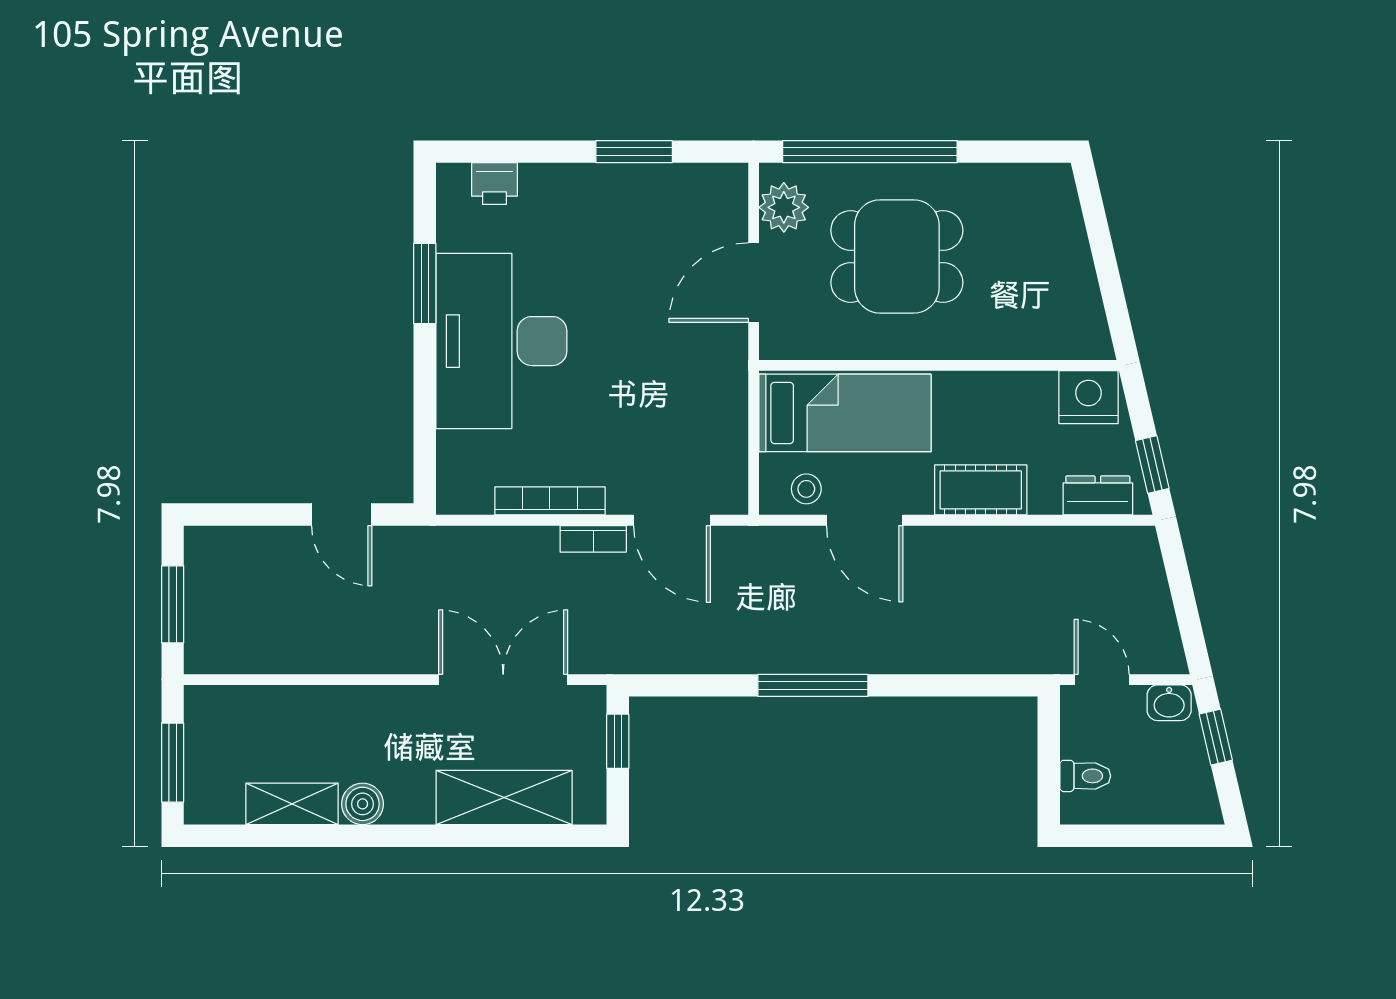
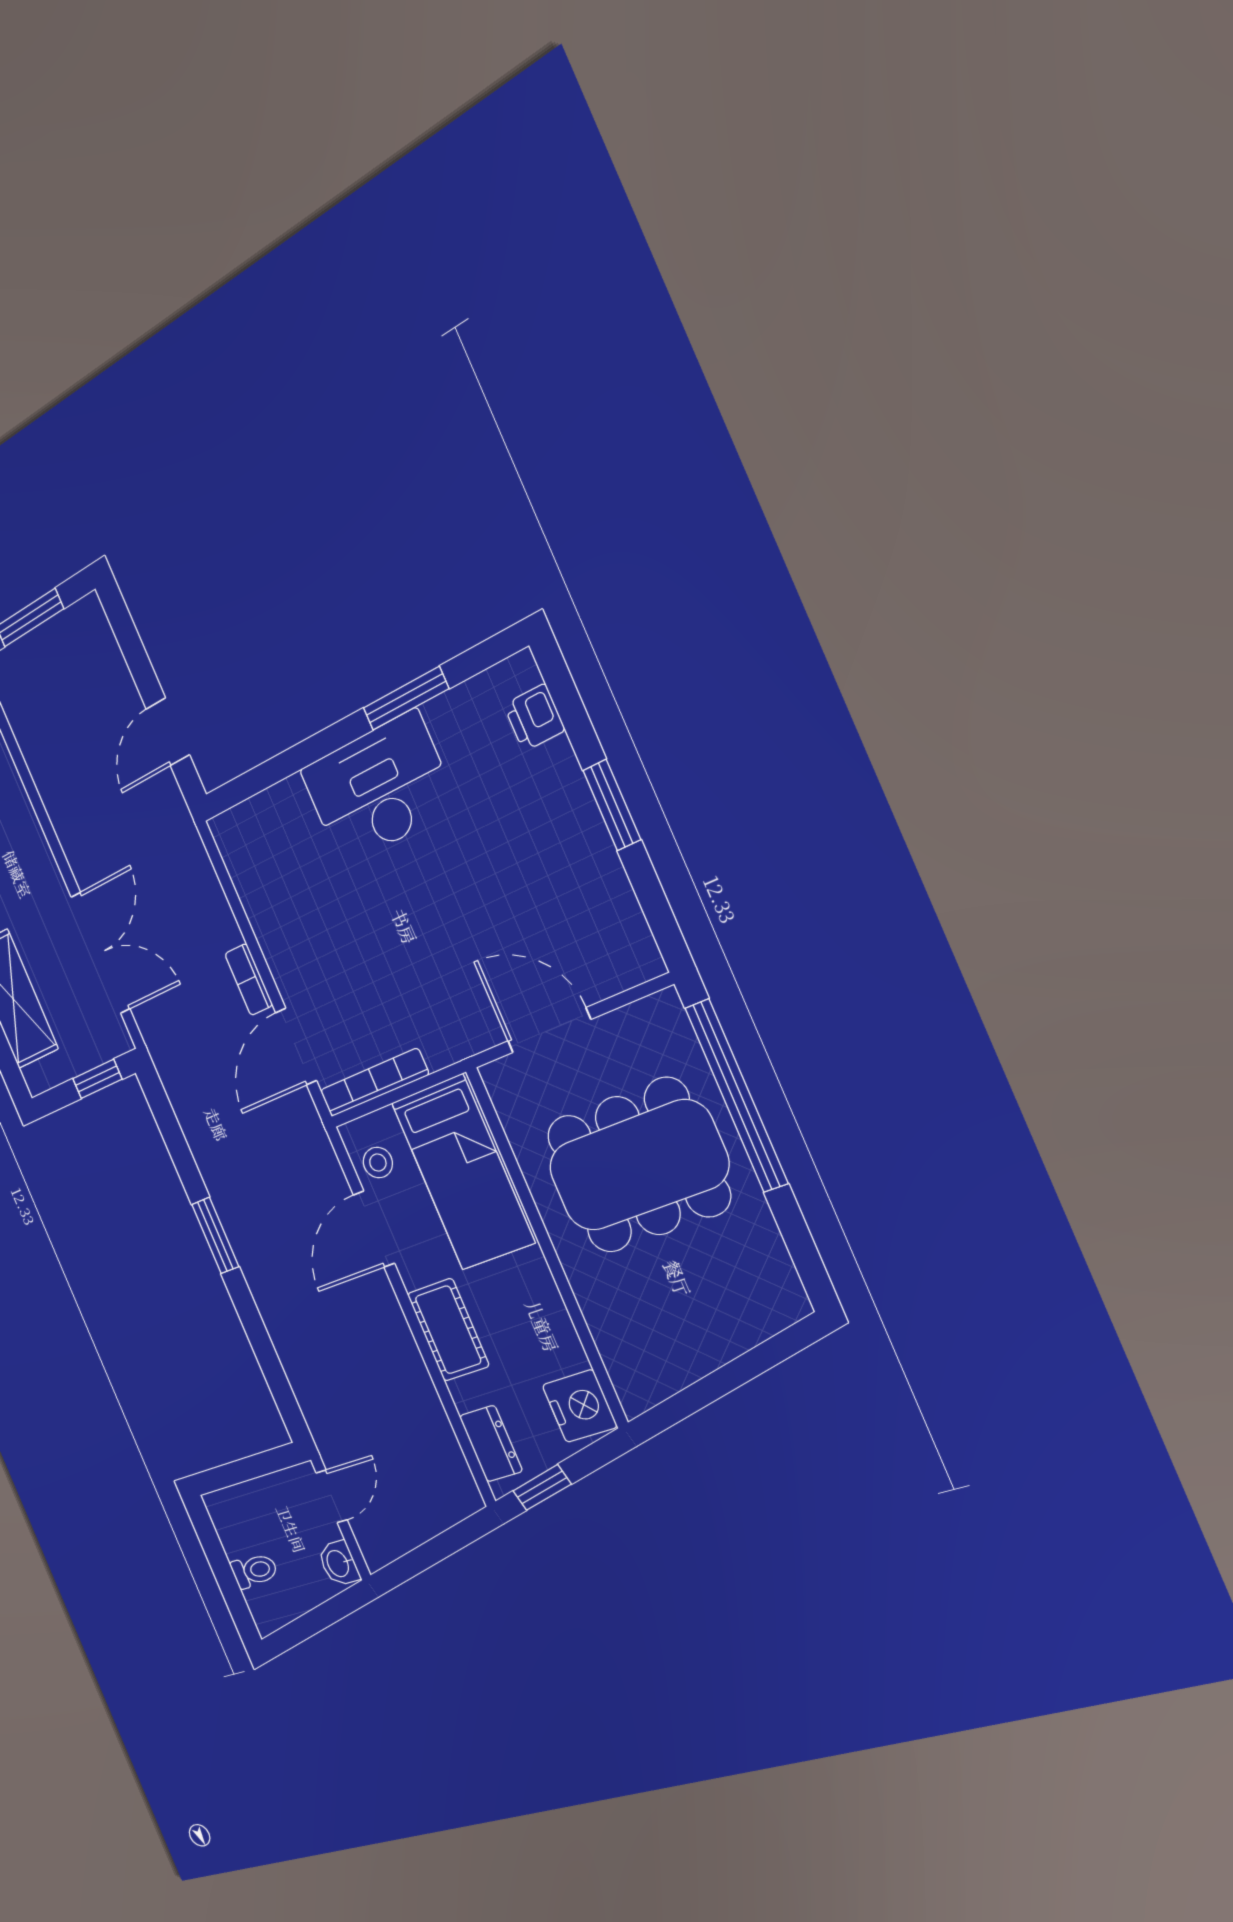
window: (634, 152) -> (612, 805), moved
plant: (784, 207) -> (639, 1029), removed
dining table: (897, 256) -> (638, 1166), width x1.38
desk: (501, 341) -> (378, 789), width x0.73, depth x0.77
bookcase: (550, 501) -> (374, 1082), moved, turned -90
window: (813, 685) -> (215, 1235), width x0.69
window: (1216, 737) -> (328, 1613), removed
toilet: (1085, 776) -> (254, 1571), moved, turned -90

